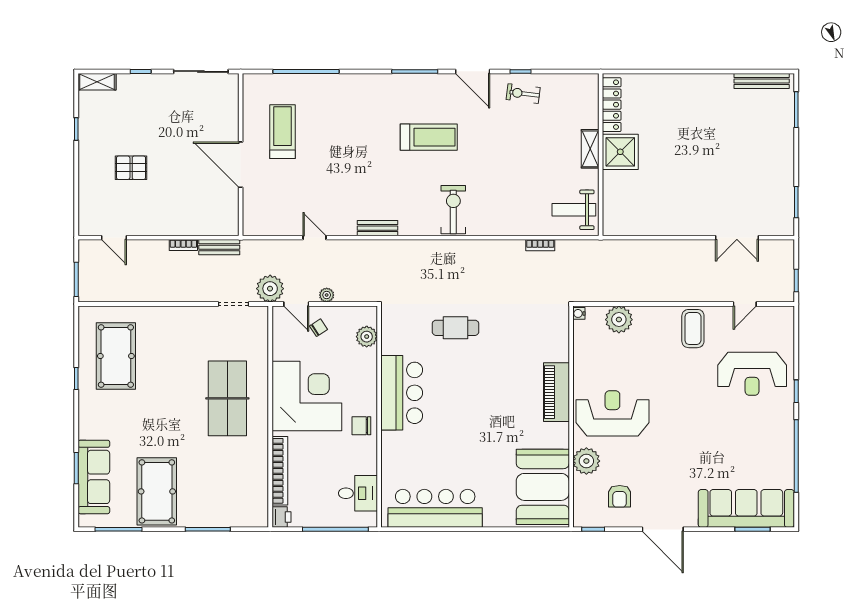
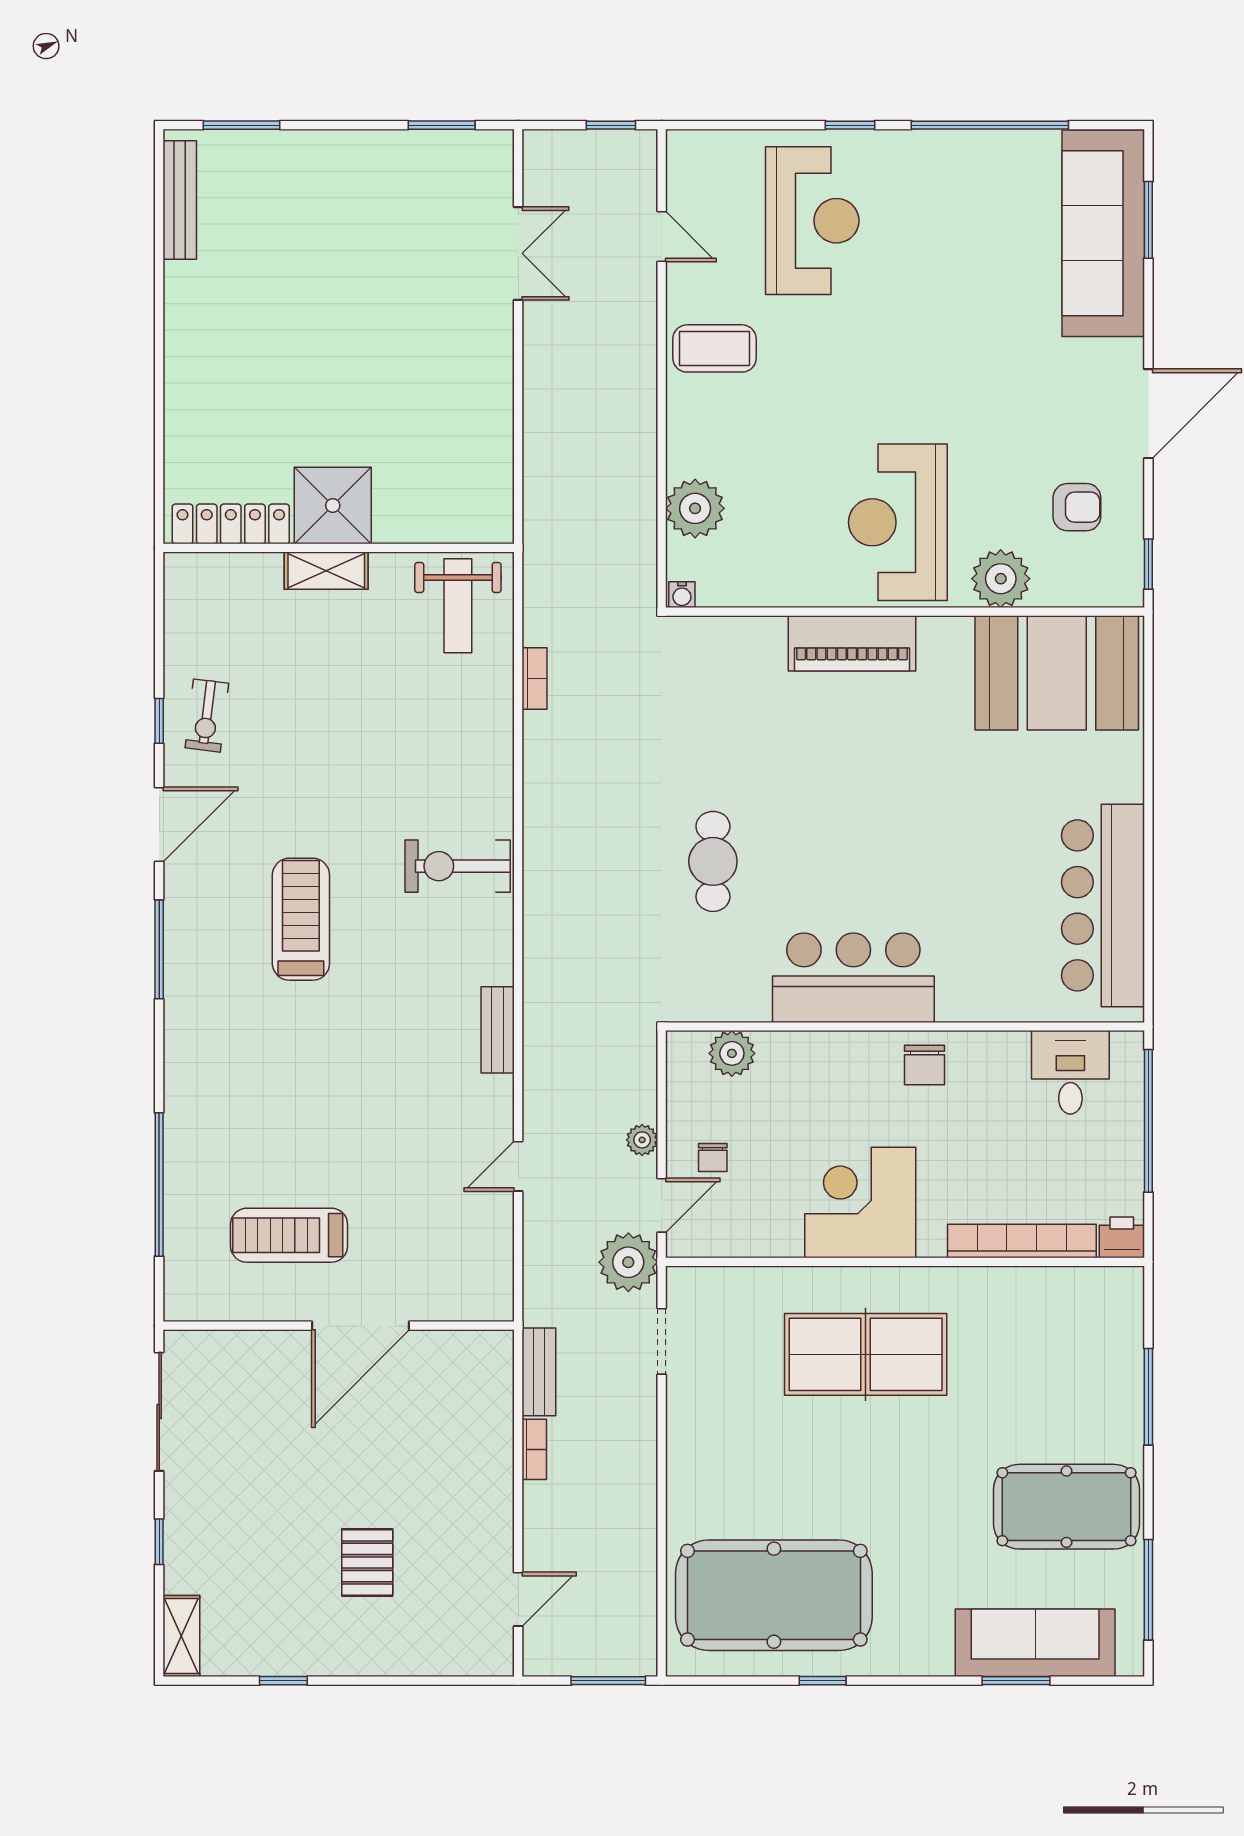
chair: (319, 328) -> (713, 1157), turned -147
pool table: (116, 356) -> (774, 1595), width x1.36, depth x1.32
corner desk: (307, 396) -> (860, 1202), width x0.74, depth x0.74

